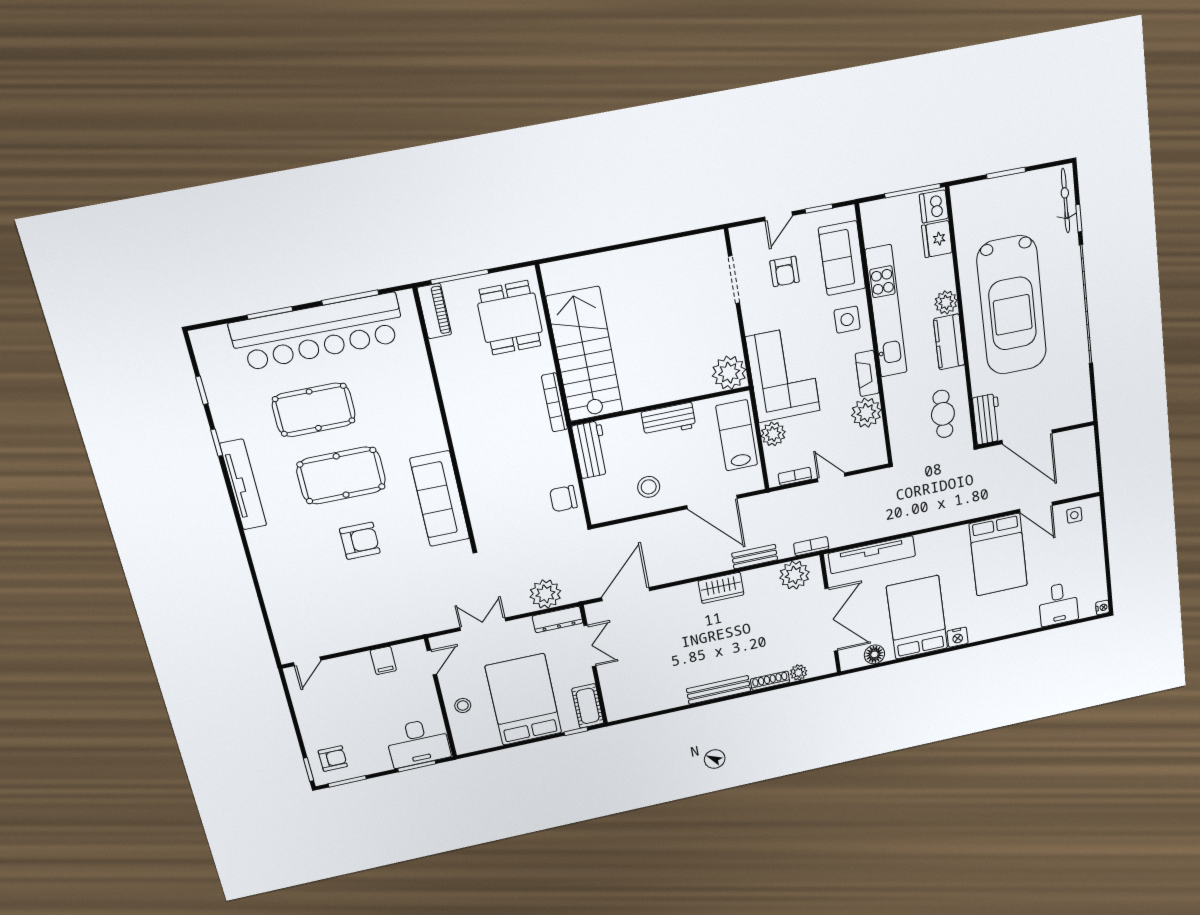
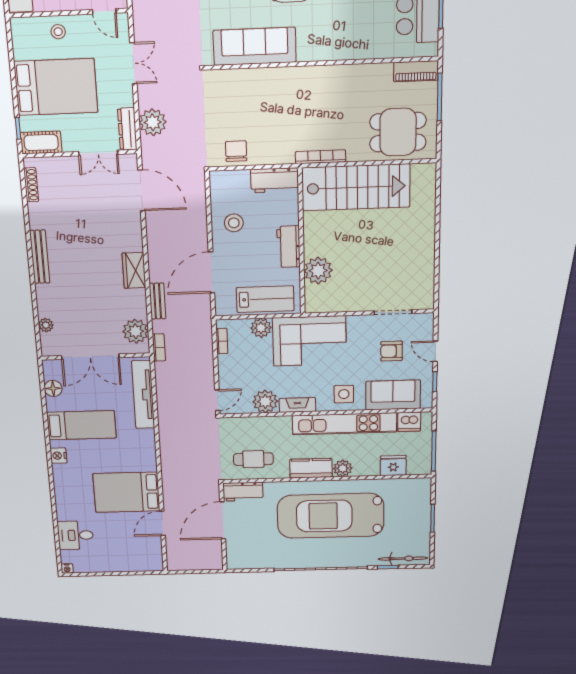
dishwasher: (934, 206) -> (409, 422), moved, turned 180
plant: (729, 373) -> (318, 271), moved
door: (831, 477) -> (217, 400), moved
side table: (1074, 515) -> (151, 552), removed
bed: (917, 617) -> (81, 425), width x0.67
shoe rack: (770, 681) -> (31, 185), moved

